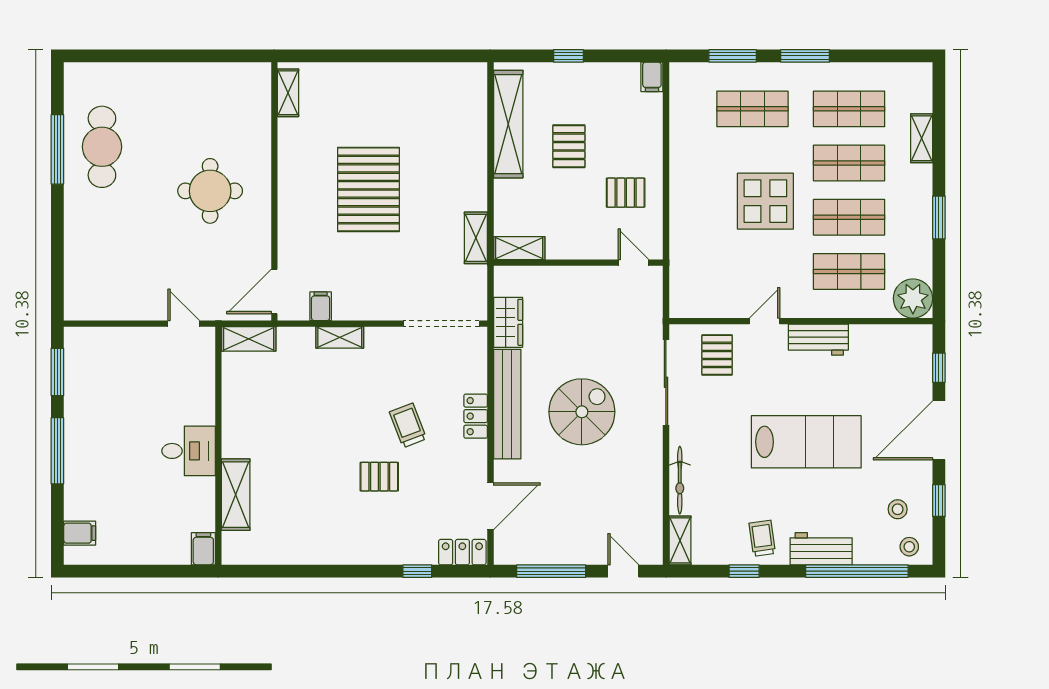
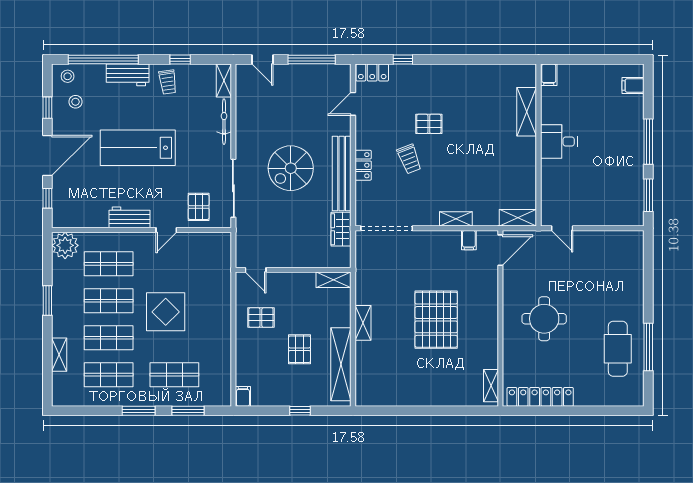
locker: (216, 76) -> (540, 397), added
shelving: (476, 238) -> (363, 323), moved
door: (490, 506) -> (353, 104), width x0.73

